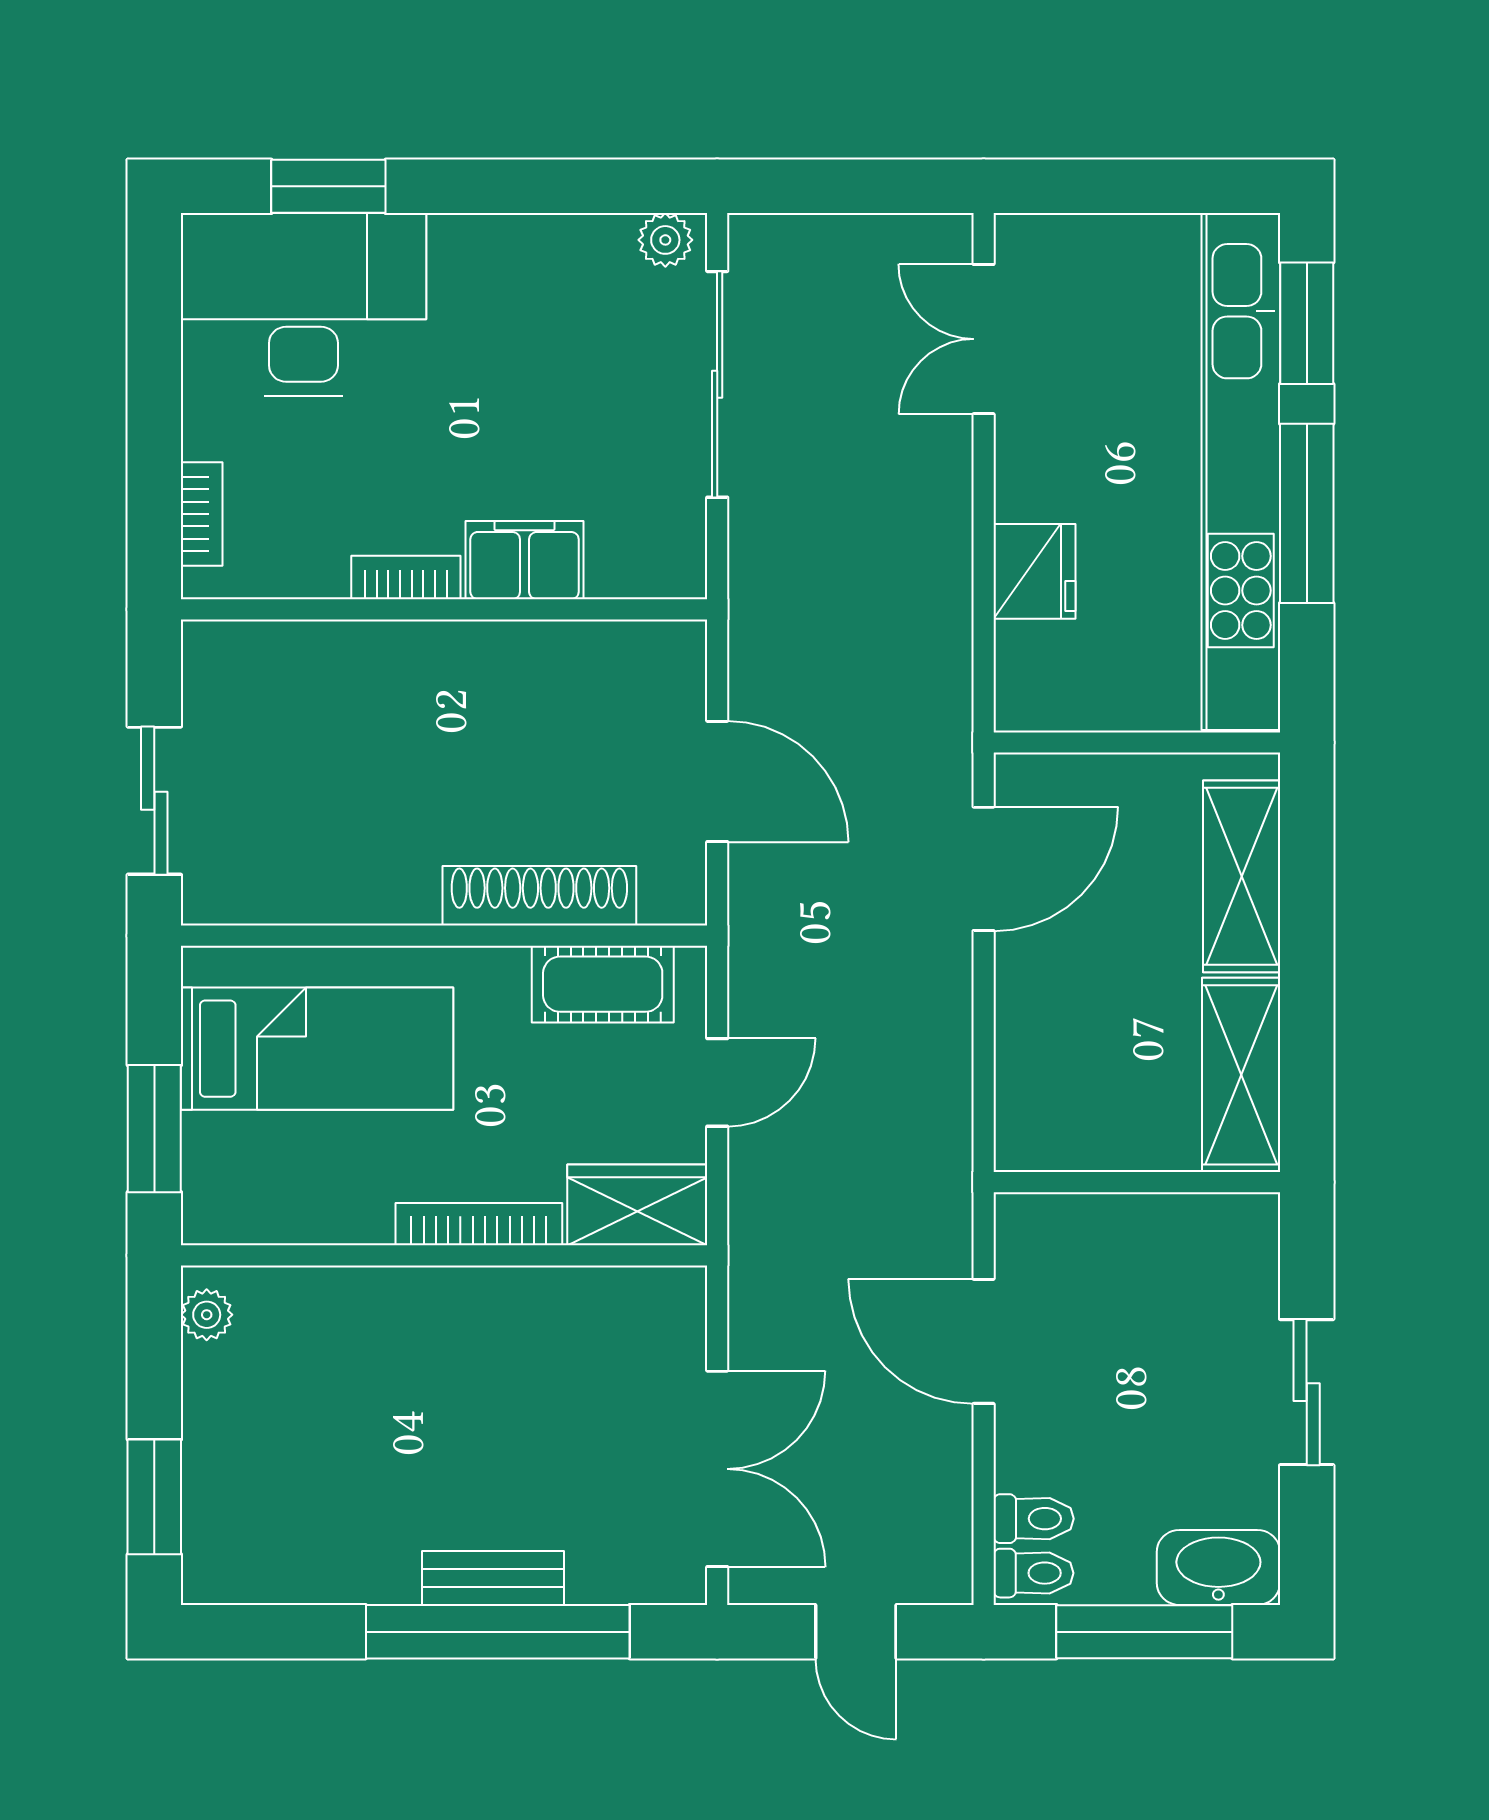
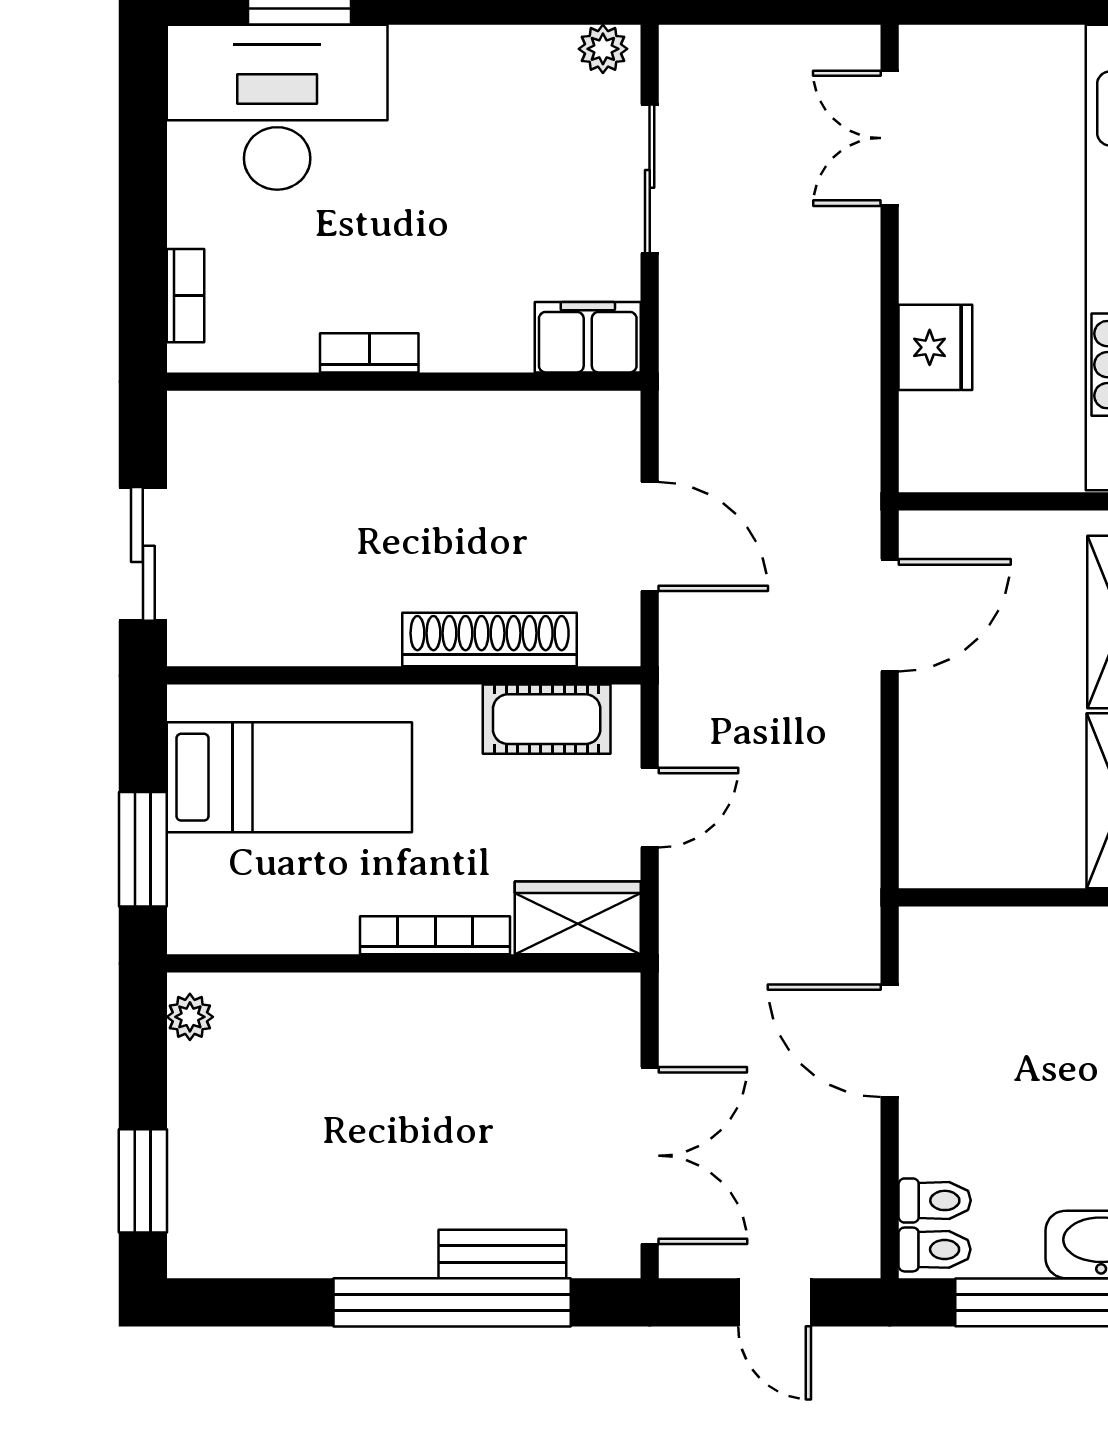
sliding door: (717, 384) -> (650, 179), width x0.73
filing cabinet: (525, 560) -> (588, 337), moved
bench: (493, 1578) -> (502, 1254), moved

